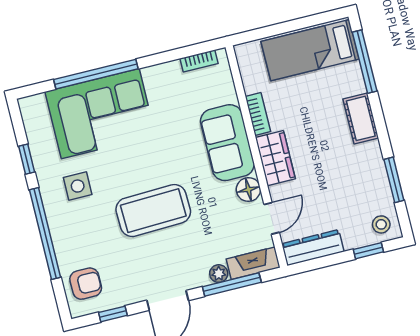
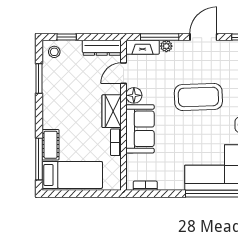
cot: (361, 118) -> (51, 145), moved

